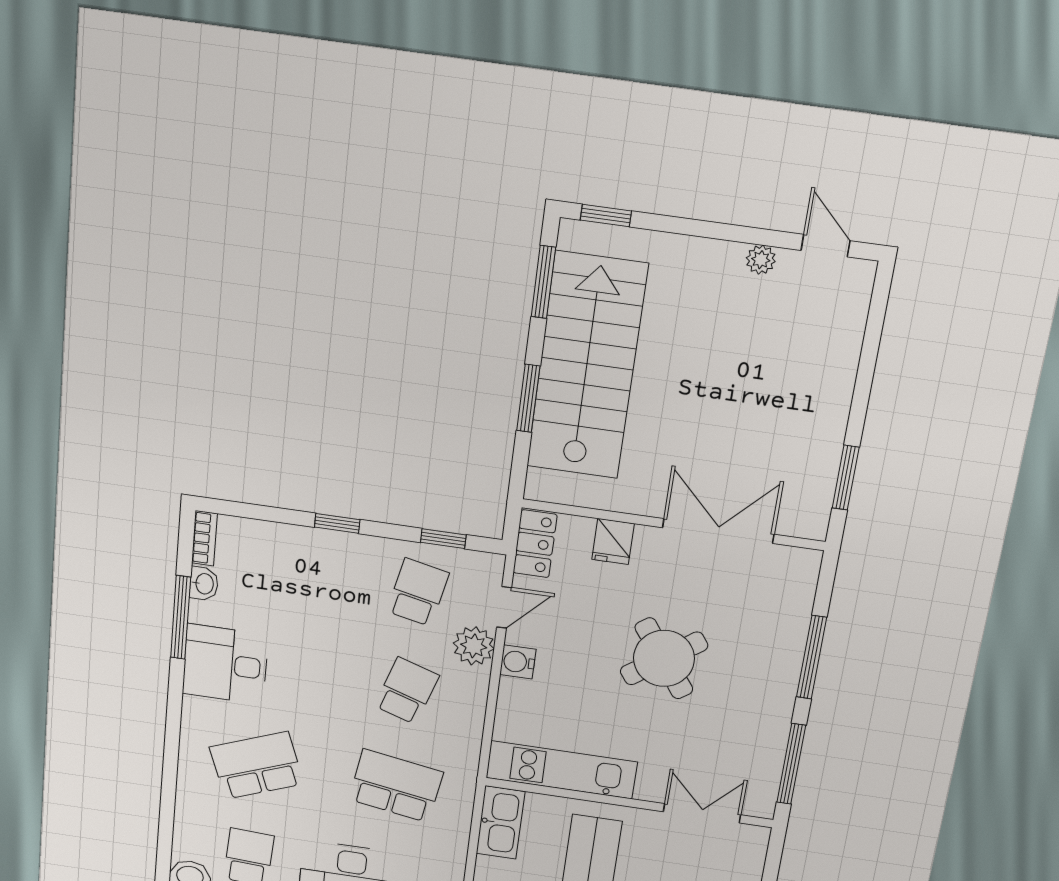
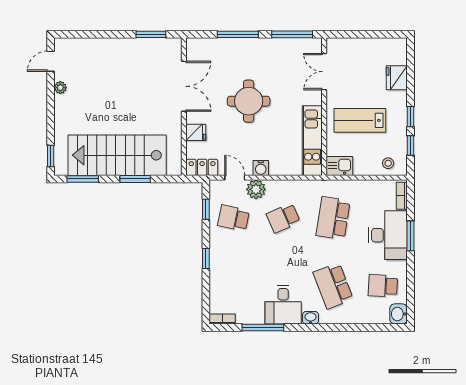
double door: (718, 531) -> (184, 86), swing flipped
washbasin: (204, 584) -> (311, 318), moved
round table: (664, 658) -> (249, 101), turned 36
school desk: (407, 691) -> (283, 218), turned -42
kitchen sink: (501, 823) -> (339, 166), width x0.73

